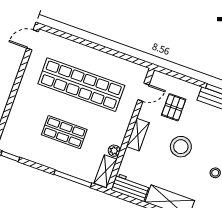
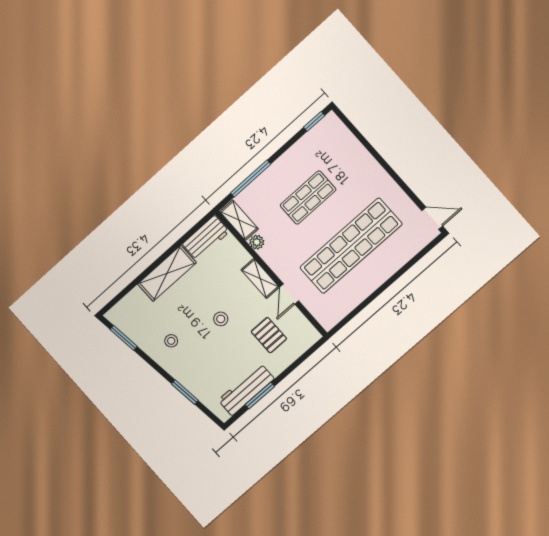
door: (32, 40) -> (432, 218), hinge flipped
door: (143, 92) -> (289, 294), moved
stool: (181, 147) -> (221, 319), width x0.53, depth x0.53

